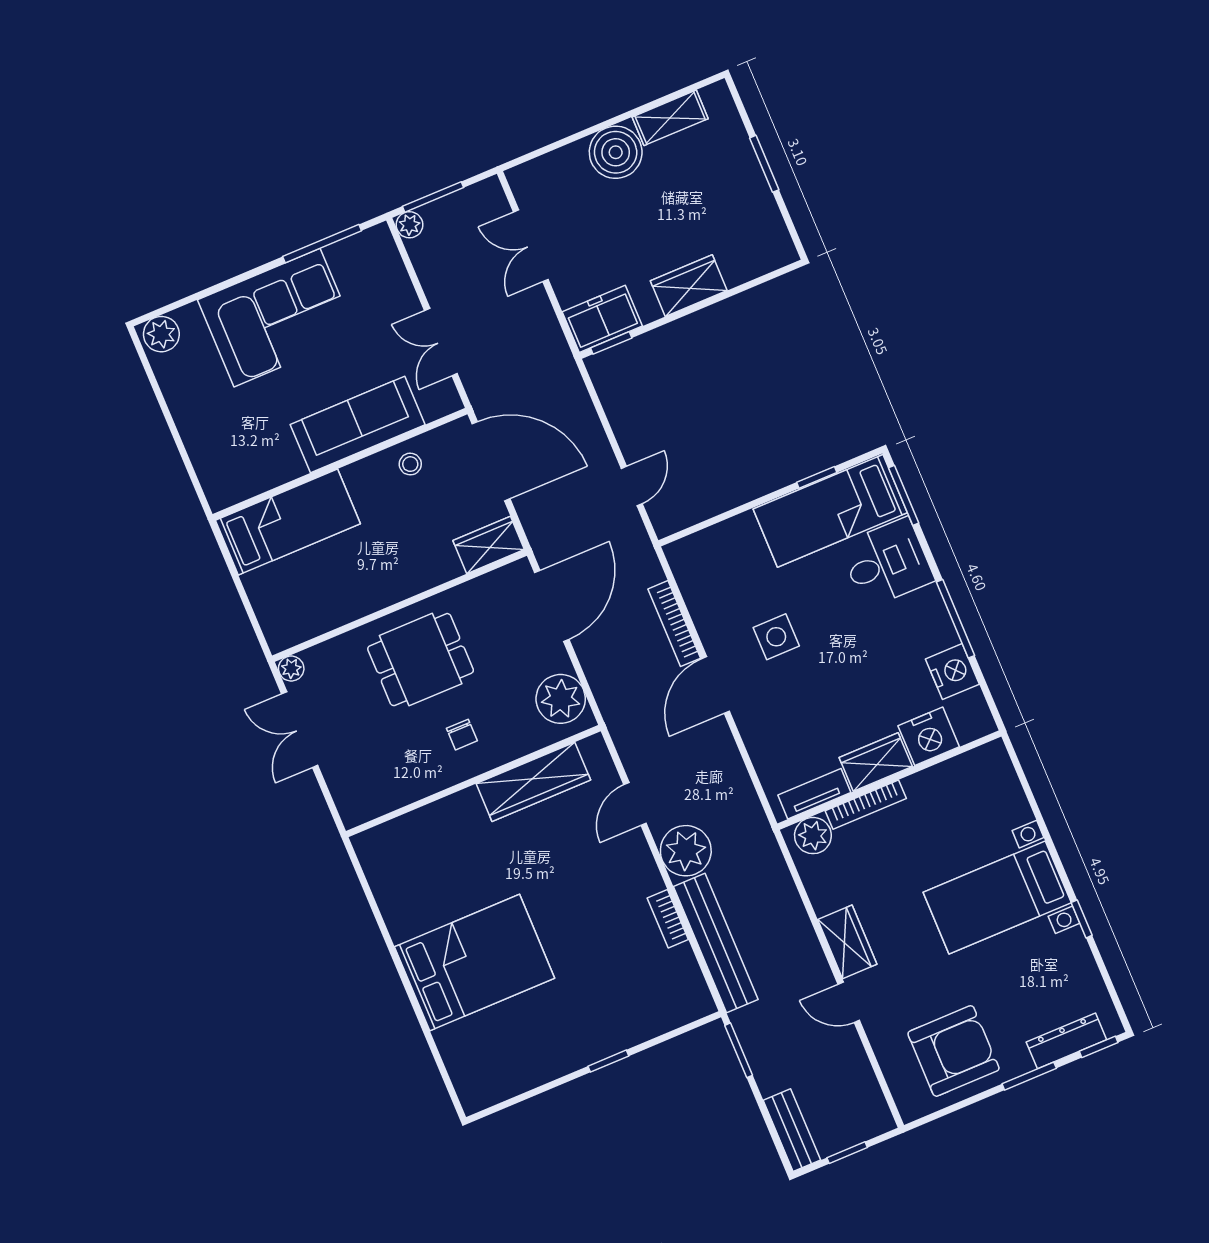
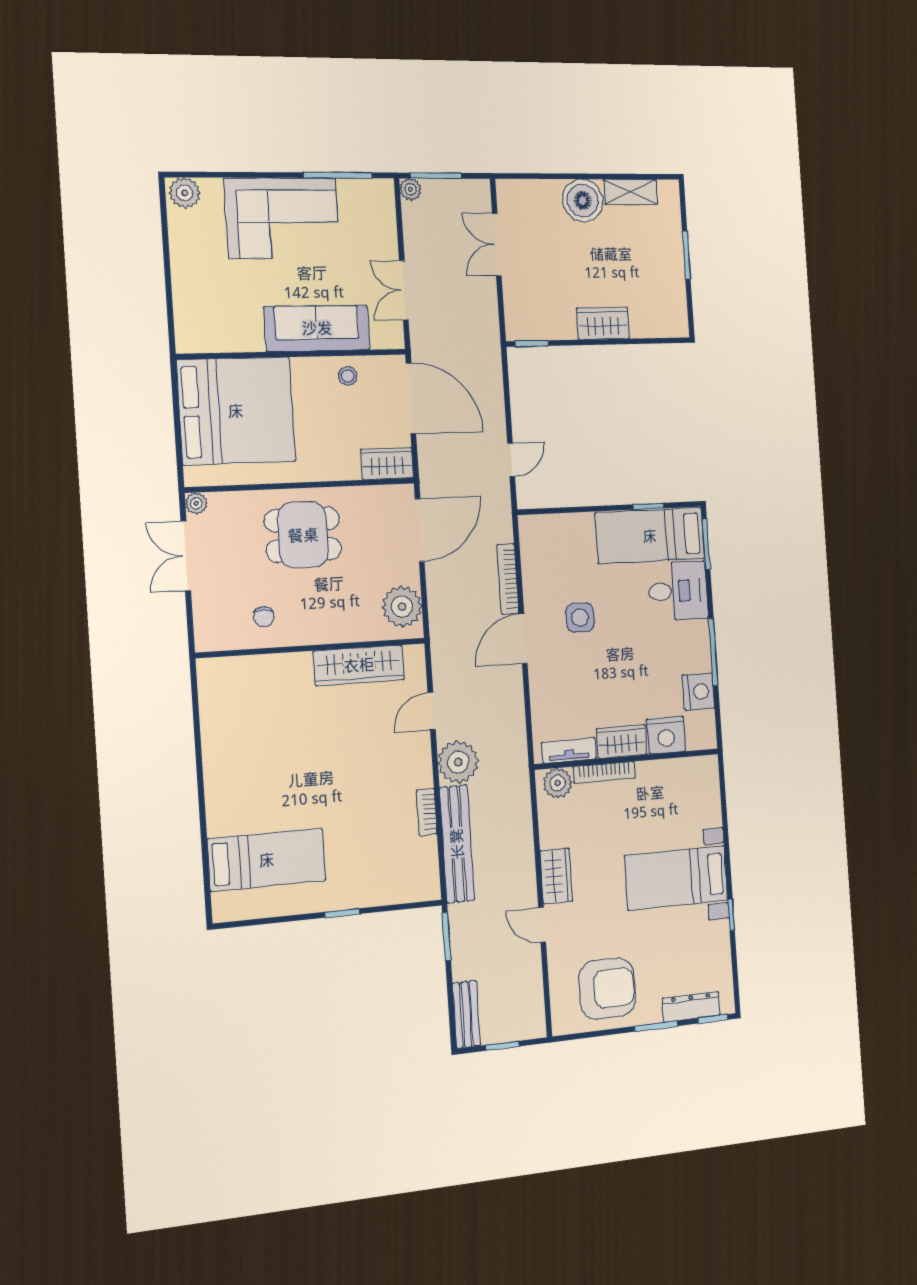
freezer: (602, 319) -> (531, 322), removed
bed: (288, 522) -> (236, 411), width x2.04
chair: (462, 735) -> (264, 617), moved
bed: (475, 963) -> (267, 860), moved, width x0.67

